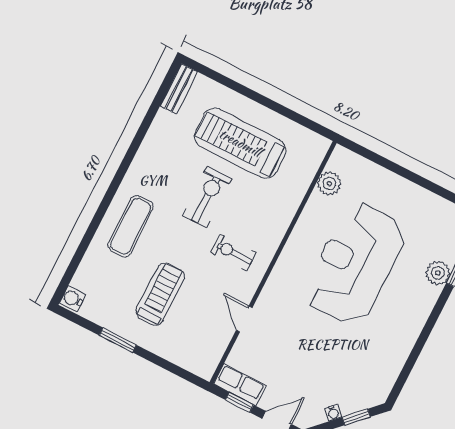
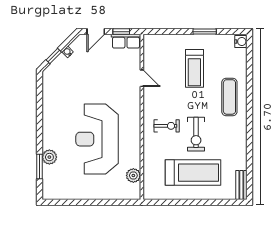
exercise bike: (233, 253) -> (167, 126), moved
reception desk: (355, 264) -> (97, 139), turned 180

